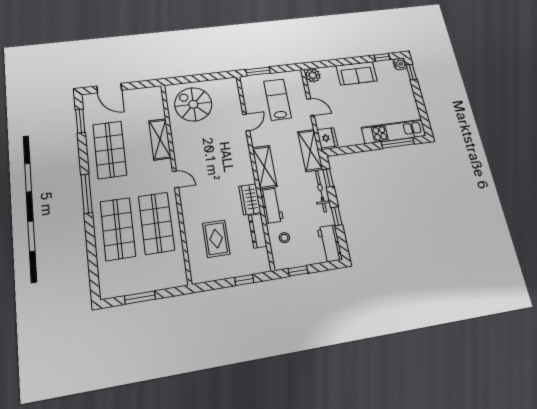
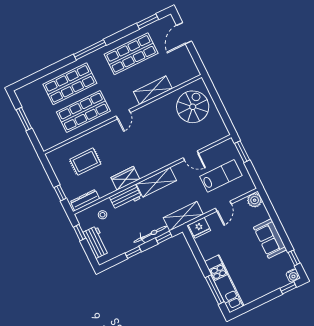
dresser: (258, 231) -> (85, 200), moved
workbench: (330, 243) -> (96, 242), moved, turned 90

